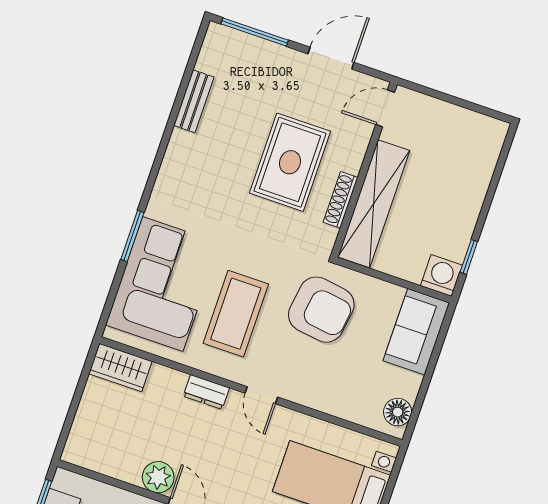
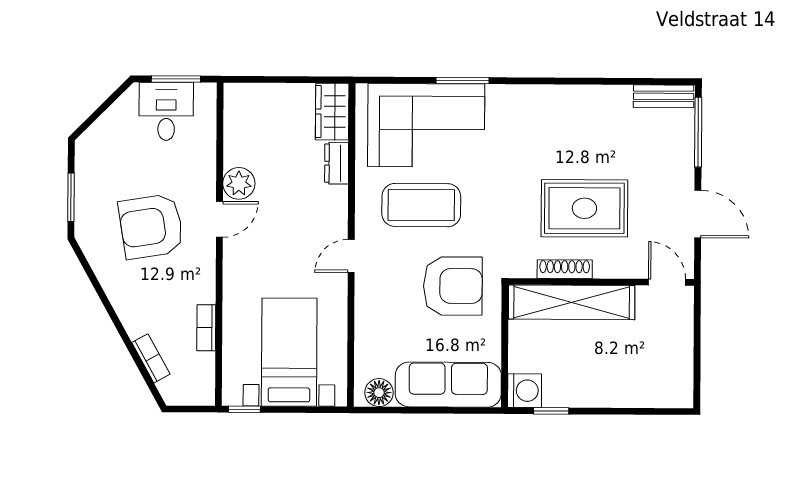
bench: (194, 101) -> (664, 96), moved
armchair: (321, 310) -> (453, 286), turned -98
sofa: (416, 332) -> (448, 385), width x1.36
dresser: (206, 392) -> (337, 163), moved

